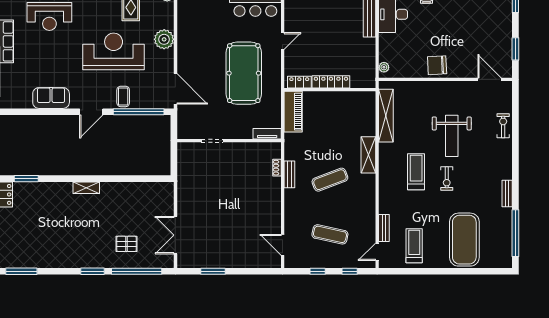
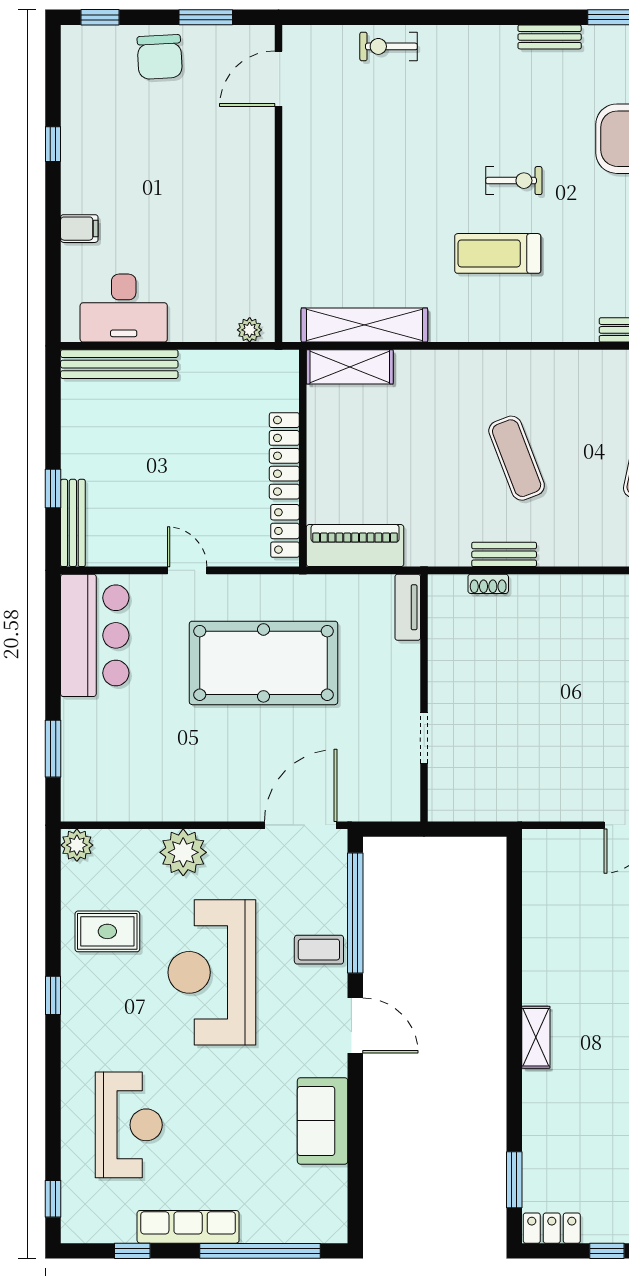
chair: (437, 65) -> (160, 57), moved
weight bench: (452, 136) -> (413, 169), removed
shelving: (368, 155) -> (350, 367), moved

